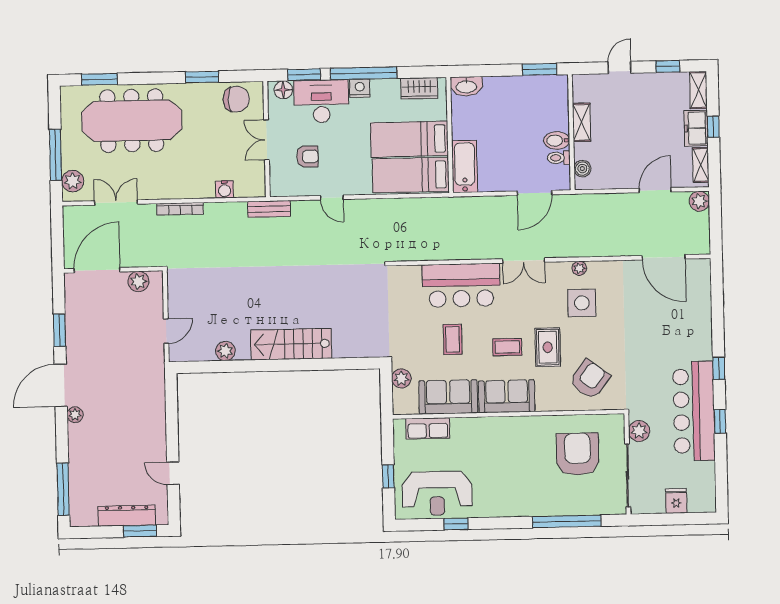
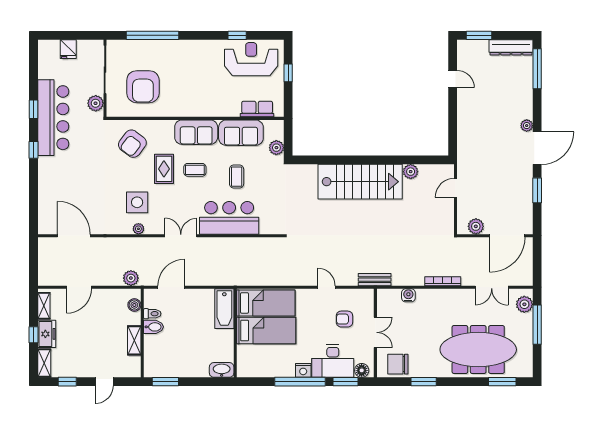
wardrobe: (419, 88) -> (258, 369), removed
plant: (699, 201) -> (131, 278), moved
stairs: (291, 344) -> (360, 182), width x1.36, depth x1.51
dresser: (127, 516) -> (511, 47), moved

